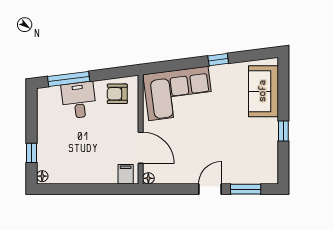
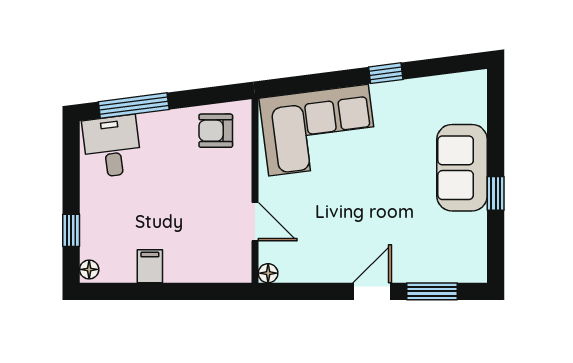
sofa: (263, 91) -> (462, 168), moved
desk: (79, 100) -> (112, 146), moved
door: (141, 148) -> (255, 222), width x0.73
filing cabinet: (126, 174) -> (150, 266), moved

